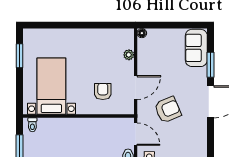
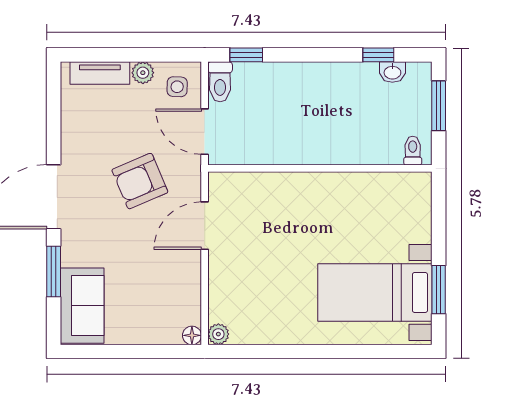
plant: (129, 55) -> (218, 334), moved
bed with nightstands: (51, 86) -> (375, 292), moved, turned 90
armchair: (103, 91) -> (271, 218), removed

